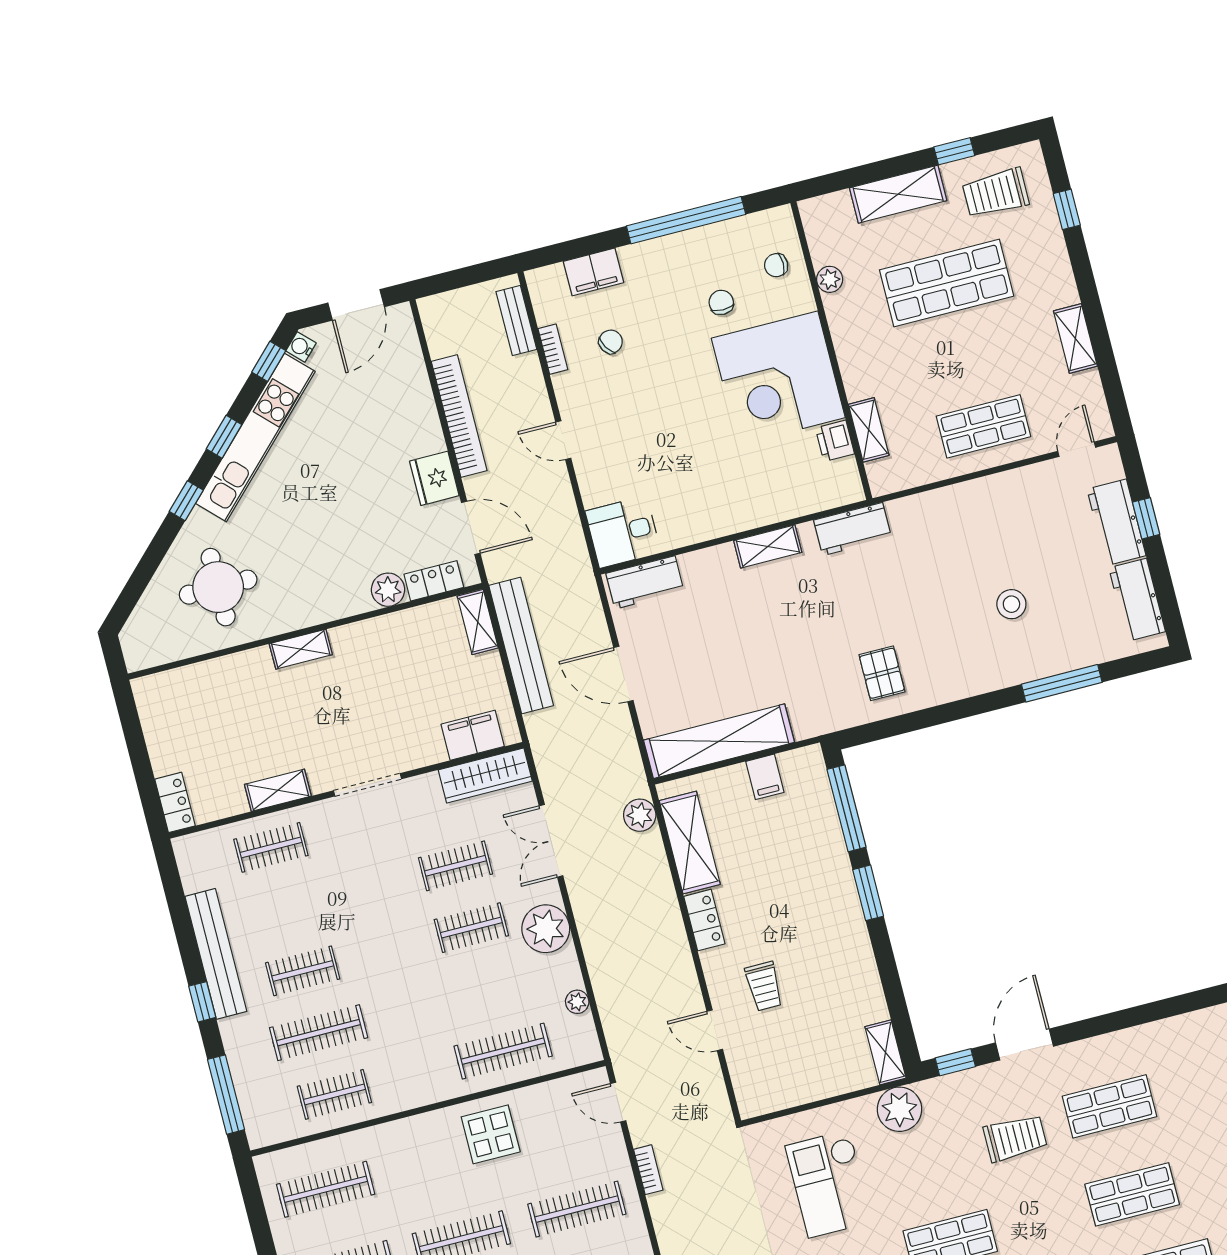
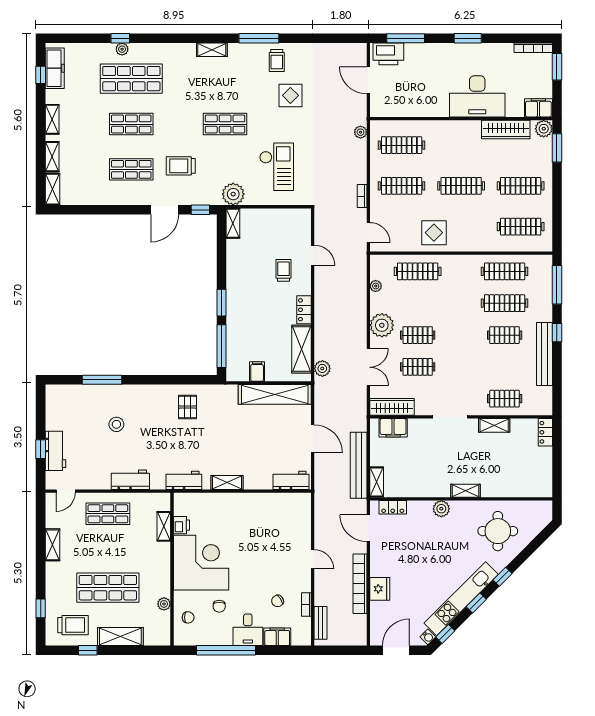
fridge: (434, 478) -> (380, 589), moved
desk: (623, 532) -> (248, 630), moved, turned 90
plant: (388, 590) -> (441, 509), moved
workbench: (1137, 600) -> (130, 480), moved, turned -90
clothes rail: (334, 1094) -> (505, 271), width x1.36

